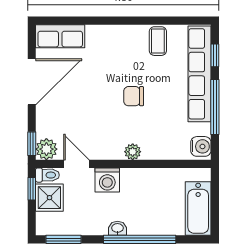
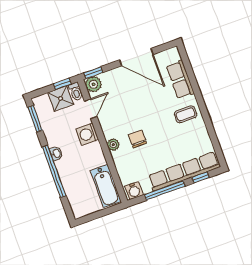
row of seats: (60, 36) -> (180, 80), moved
coffee table: (158, 41) -> (186, 114), moved
chair: (134, 96) -> (137, 139), moved
bathtub: (198, 209) -> (106, 186), moved, turned -90

